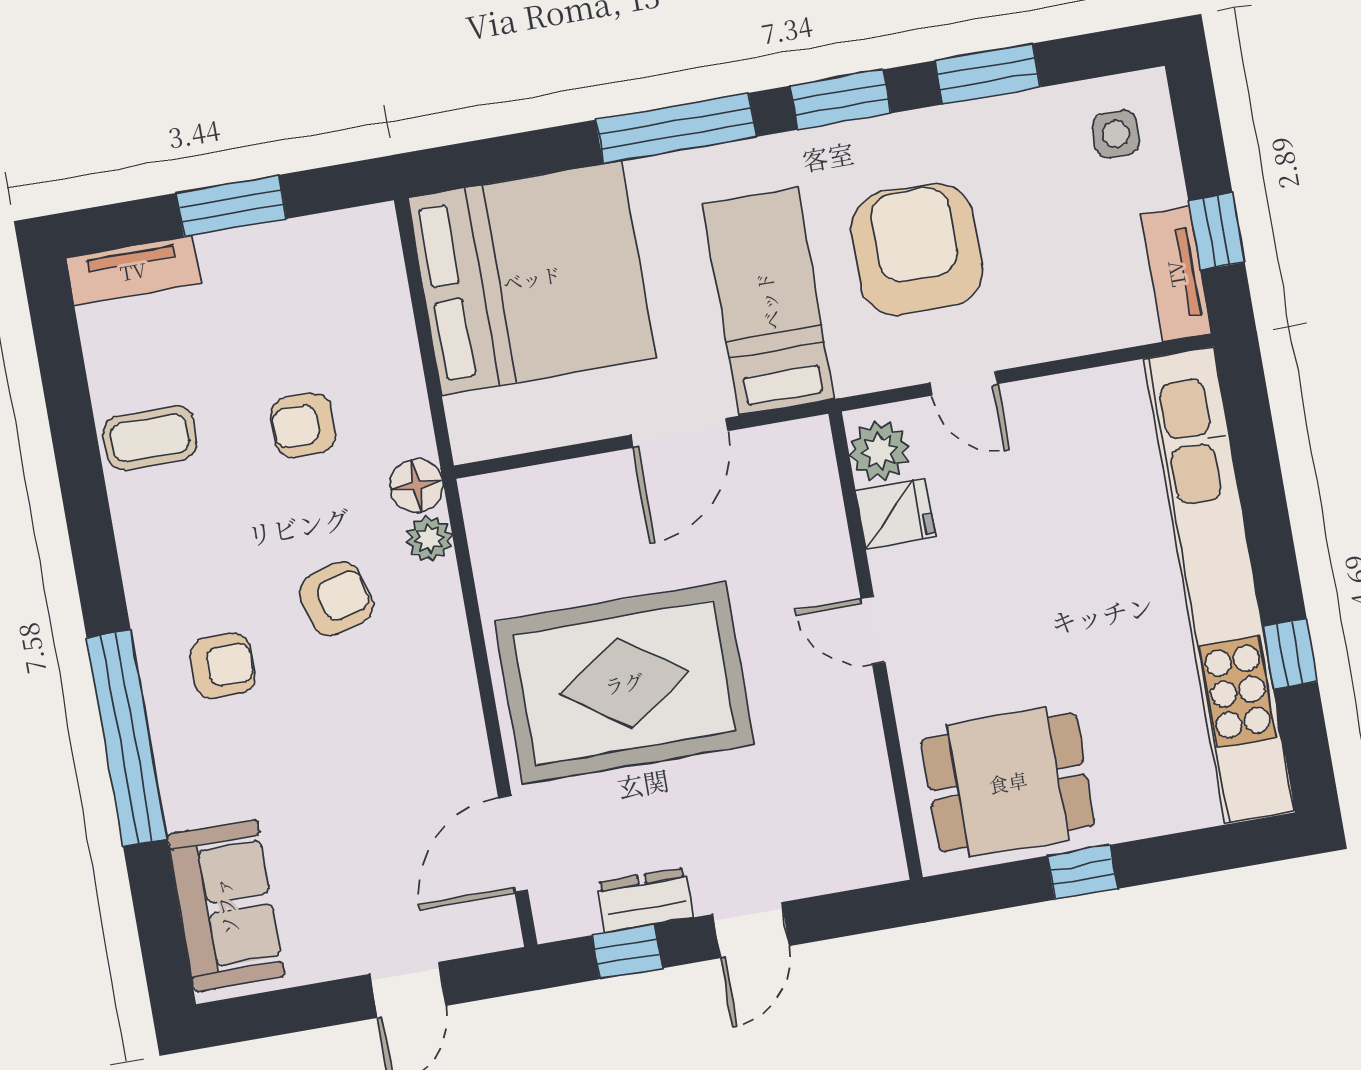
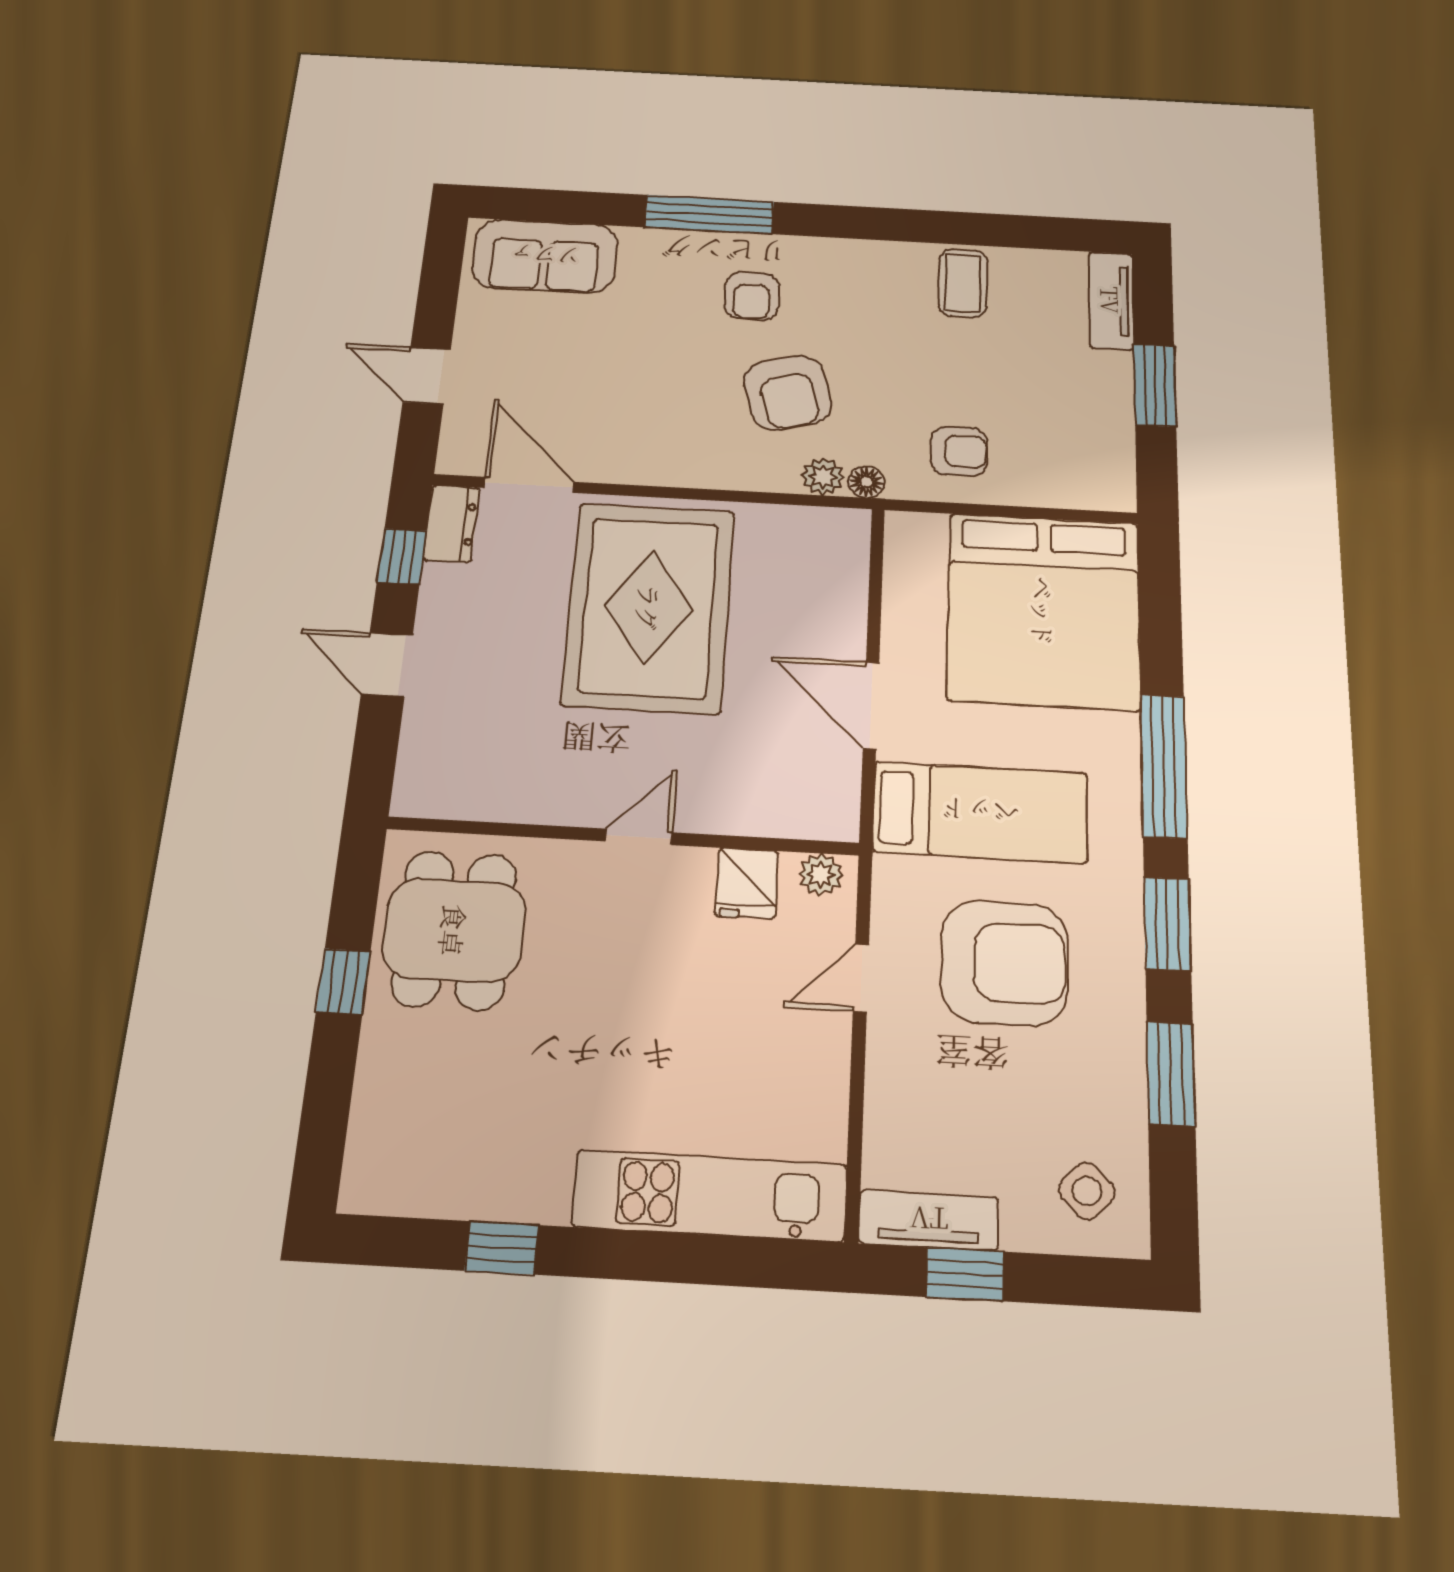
side table: (1116, 134) -> (1087, 1191), turned 45
armchair: (303, 425) -> (959, 451), moved, turned 90
plant: (879, 451) -> (821, 875), width x0.73, depth x0.73
floor lamp: (416, 486) -> (866, 482), width x0.73, depth x0.73
kitchen unit: (1219, 585) -> (710, 1196), width x0.54
armchair: (336, 599) -> (788, 393), width x1.38, depth x1.38
window: (127, 738) -> (709, 215), width x0.68
dresser: (645, 900) -> (451, 524), moved

